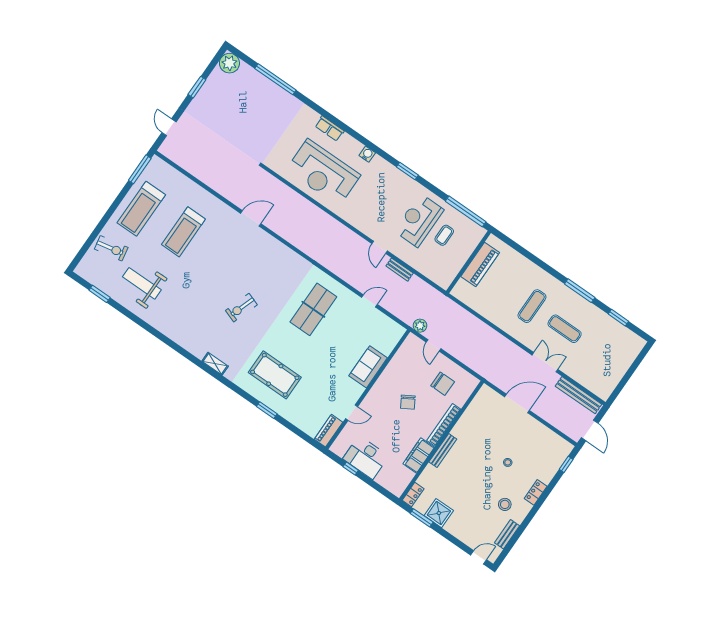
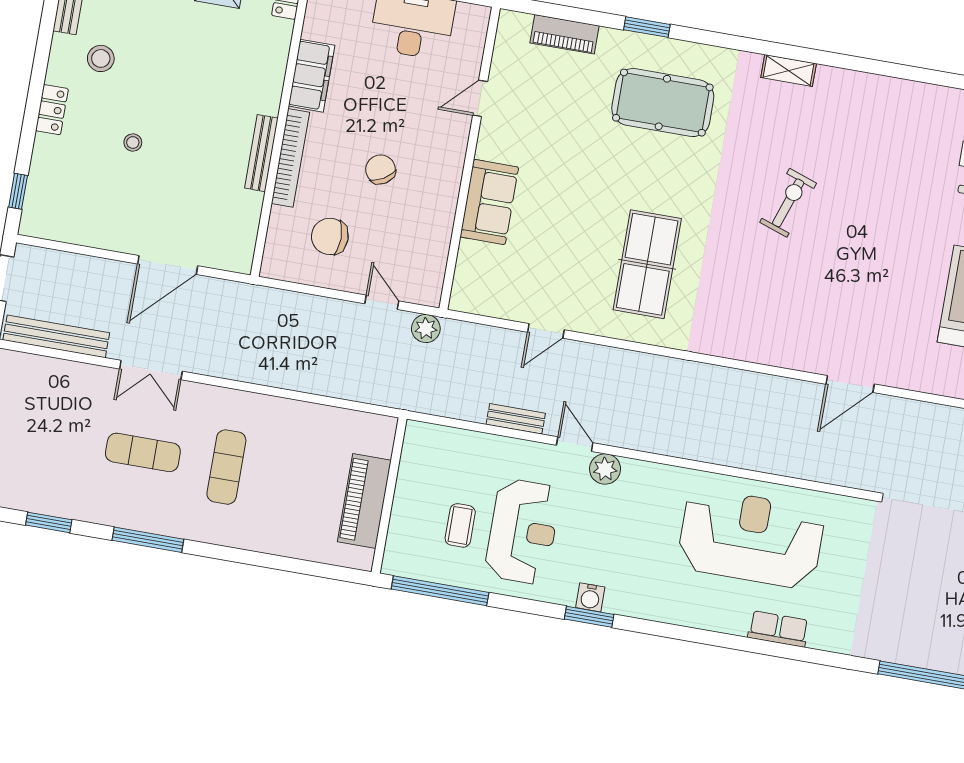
water cooler: (367, 154) -> (590, 597), moved
plant: (372, 231) -> (605, 469), added
piano: (328, 431) -> (564, 34), moved, turned 90
bench: (443, 451) -> (261, 153), moved

